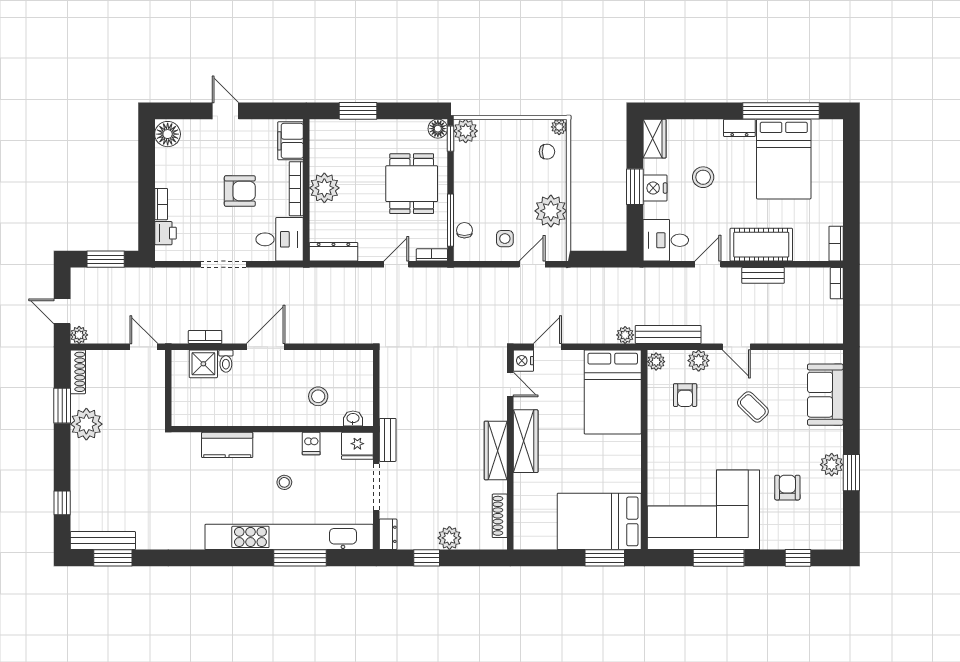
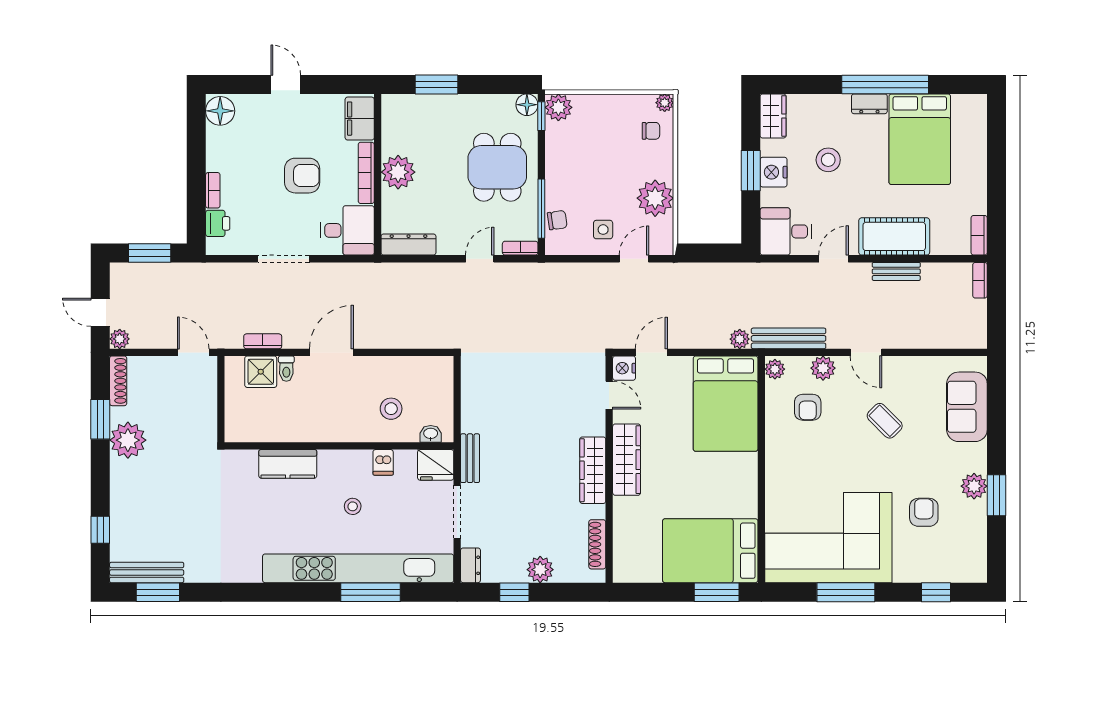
window: (781, 111) -> (885, 84), moved
chair: (464, 230) -> (557, 220), turned 82

